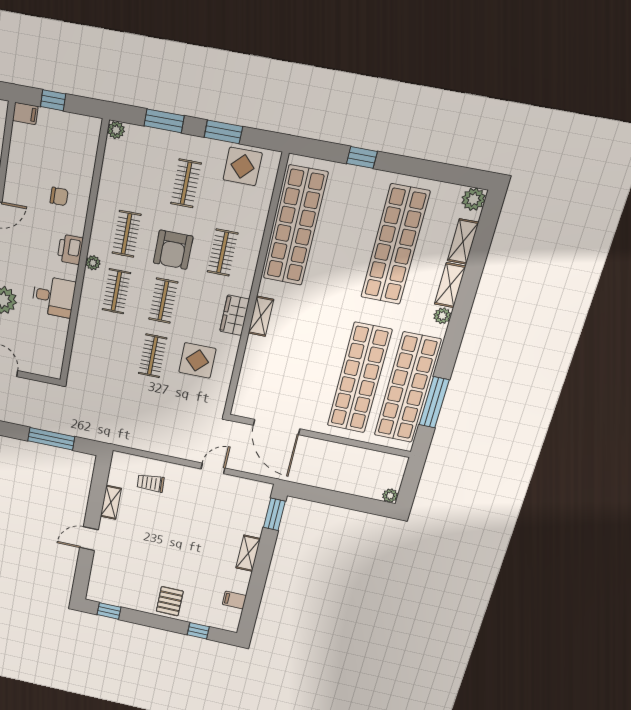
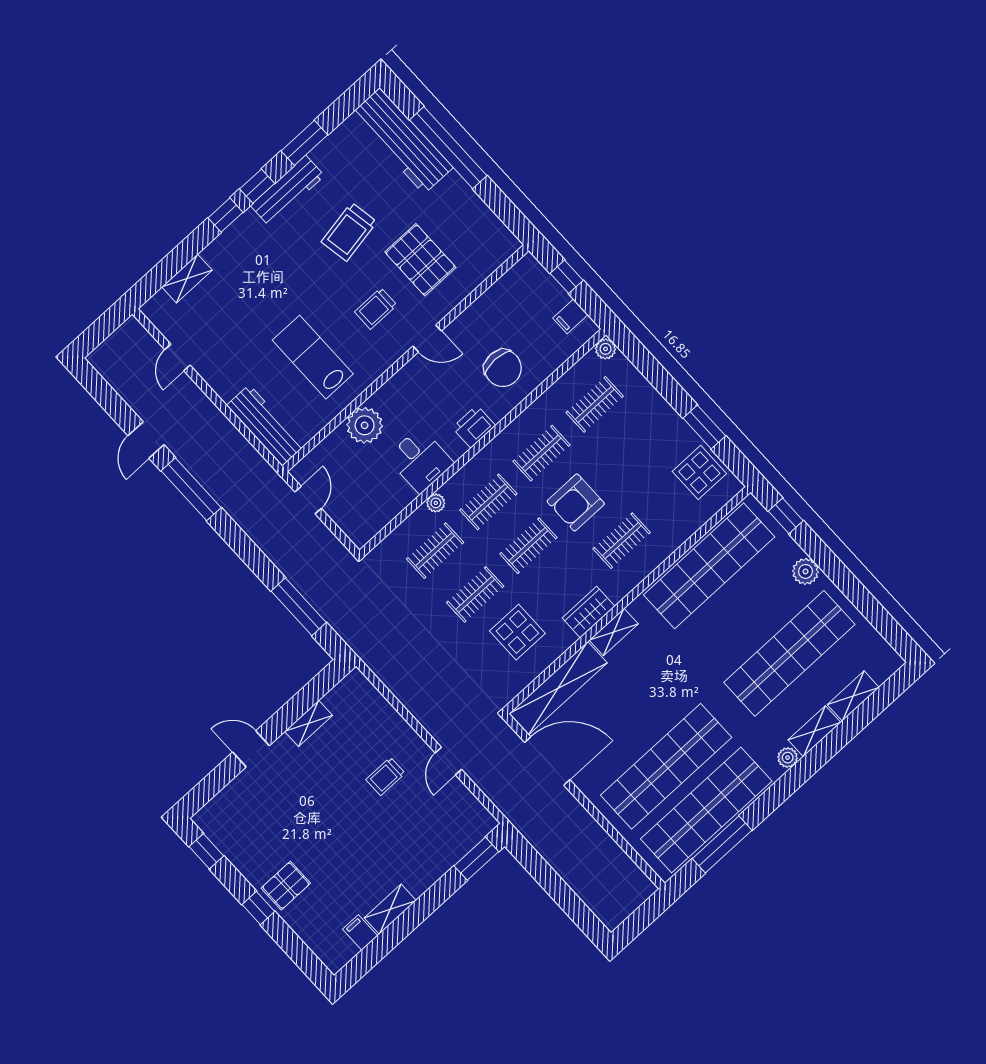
filing cabinet: (25, 113) -> (570, 316), moved, turned 90
window: (164, 121) -> (657, 375), removed
window: (362, 157) -> (786, 516), moved
clothes rail: (186, 183) -> (595, 404), moved
chair: (59, 196) -> (503, 368), width x1.87, depth x1.87
plant: (473, 199) -> (805, 571), moved
plant: (93, 263) -> (436, 503), moved
clothes rail: (107, 346) -> (435, 551), added
shelving: (250, 377) -> (558, 688), added
door: (277, 427) -> (547, 761), swing flipped
door: (213, 468) -> (448, 761), swing flipped
trolley: (151, 483) -> (386, 776), moved, turned -87
plant: (390, 496) -> (612, 919), removed
shelving: (248, 553) -> (390, 909), moved
window: (198, 631) -> (258, 908), moved

